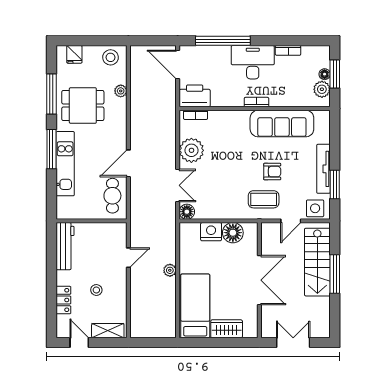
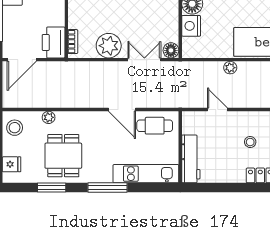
window: (51, 94) -> (52, 188), width x0.69
kitchen unit: (65, 164) -> (146, 174), moved
workbench: (65, 246) -> (191, 159), moved, turned 90

